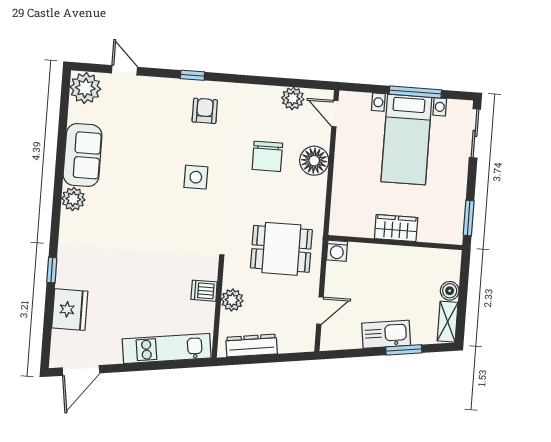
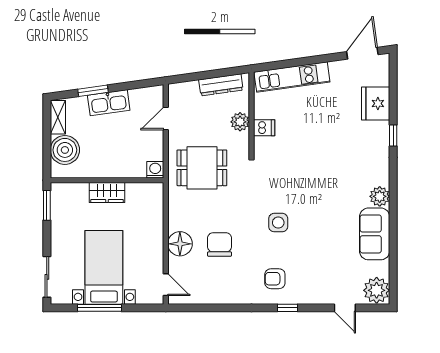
plant: (293, 98) -> (202, 295), removed
armchair: (205, 111) -> (275, 279), turned 90
boiler: (450, 291) -> (65, 150), width x1.86, depth x1.86

